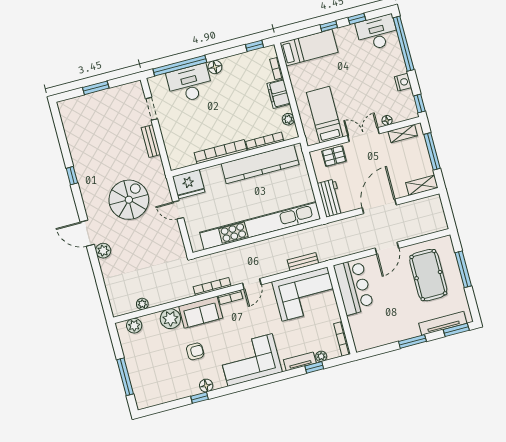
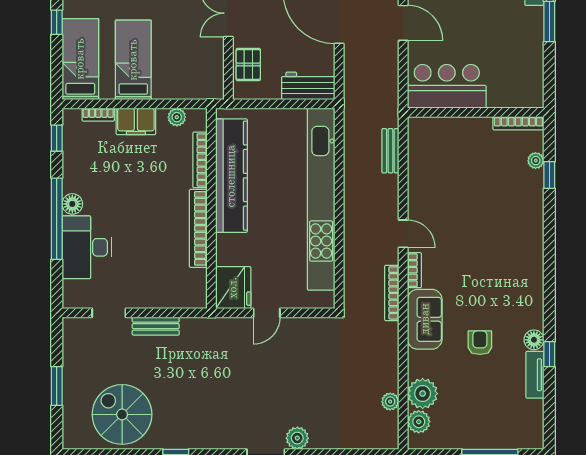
window: (180, 66) -> (57, 219), moved
bed: (325, 115) -> (133, 60), moved, turned 90
spiral stairs: (129, 200) -> (122, 414), moved
corner sofa: (305, 294) -> (439, 160), removed
plant: (170, 319) -> (423, 394), moved
corner sofa: (250, 360) -> (514, 266), removed
tv unit: (300, 361) -> (535, 375), moved

